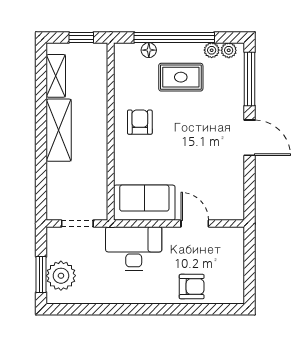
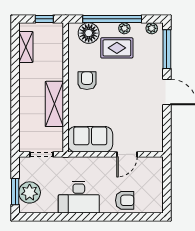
floor lamp: (149, 50) -> (89, 33), width x1.89, depth x1.89
plant: (212, 50) -> (124, 28), moved
shelving: (59, 130) -> (54, 104), moved
door: (195, 223) -> (127, 154), swing flipped
desk: (134, 249) -> (79, 197), moved, turned 180

